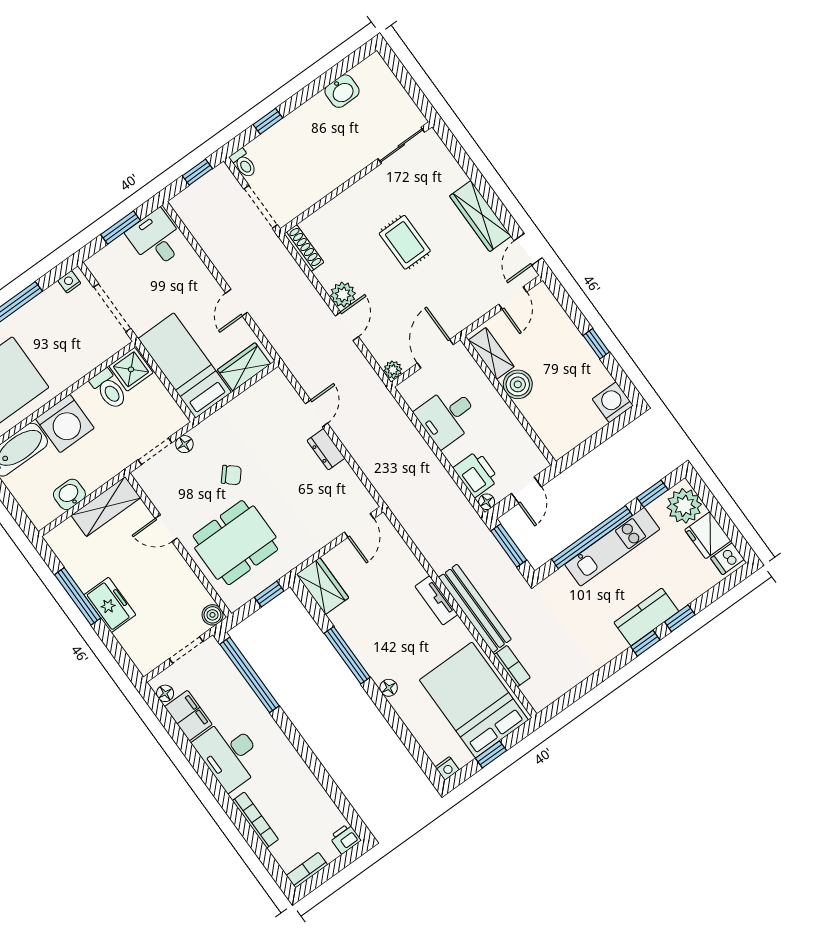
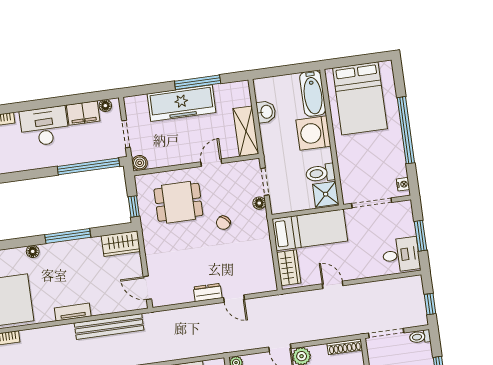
dining table: (235, 543) -> (178, 202), width x0.73
freezer: (110, 605) -> (182, 103), width x1.91, depth x1.26
bench: (475, 608) -> (109, 326), moved

